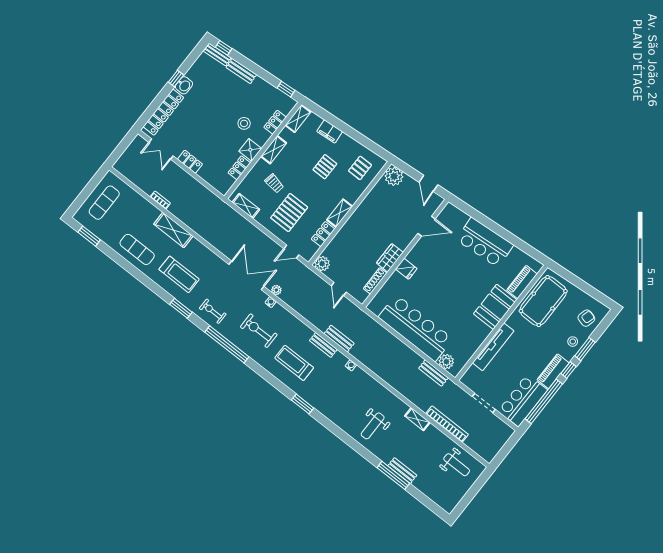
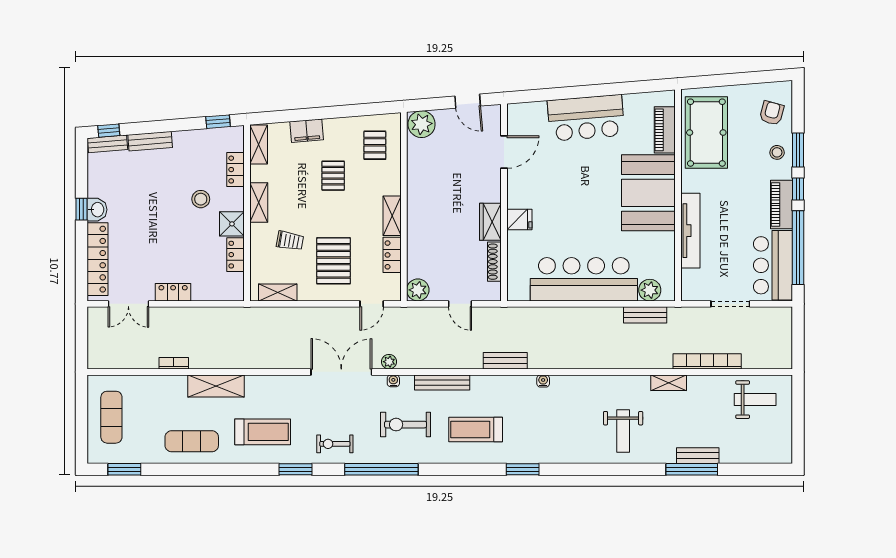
booth: (495, 307) -> (648, 193), width x1.36, depth x1.42
bench: (323, 345) -> (442, 382), moved, width x1.36

